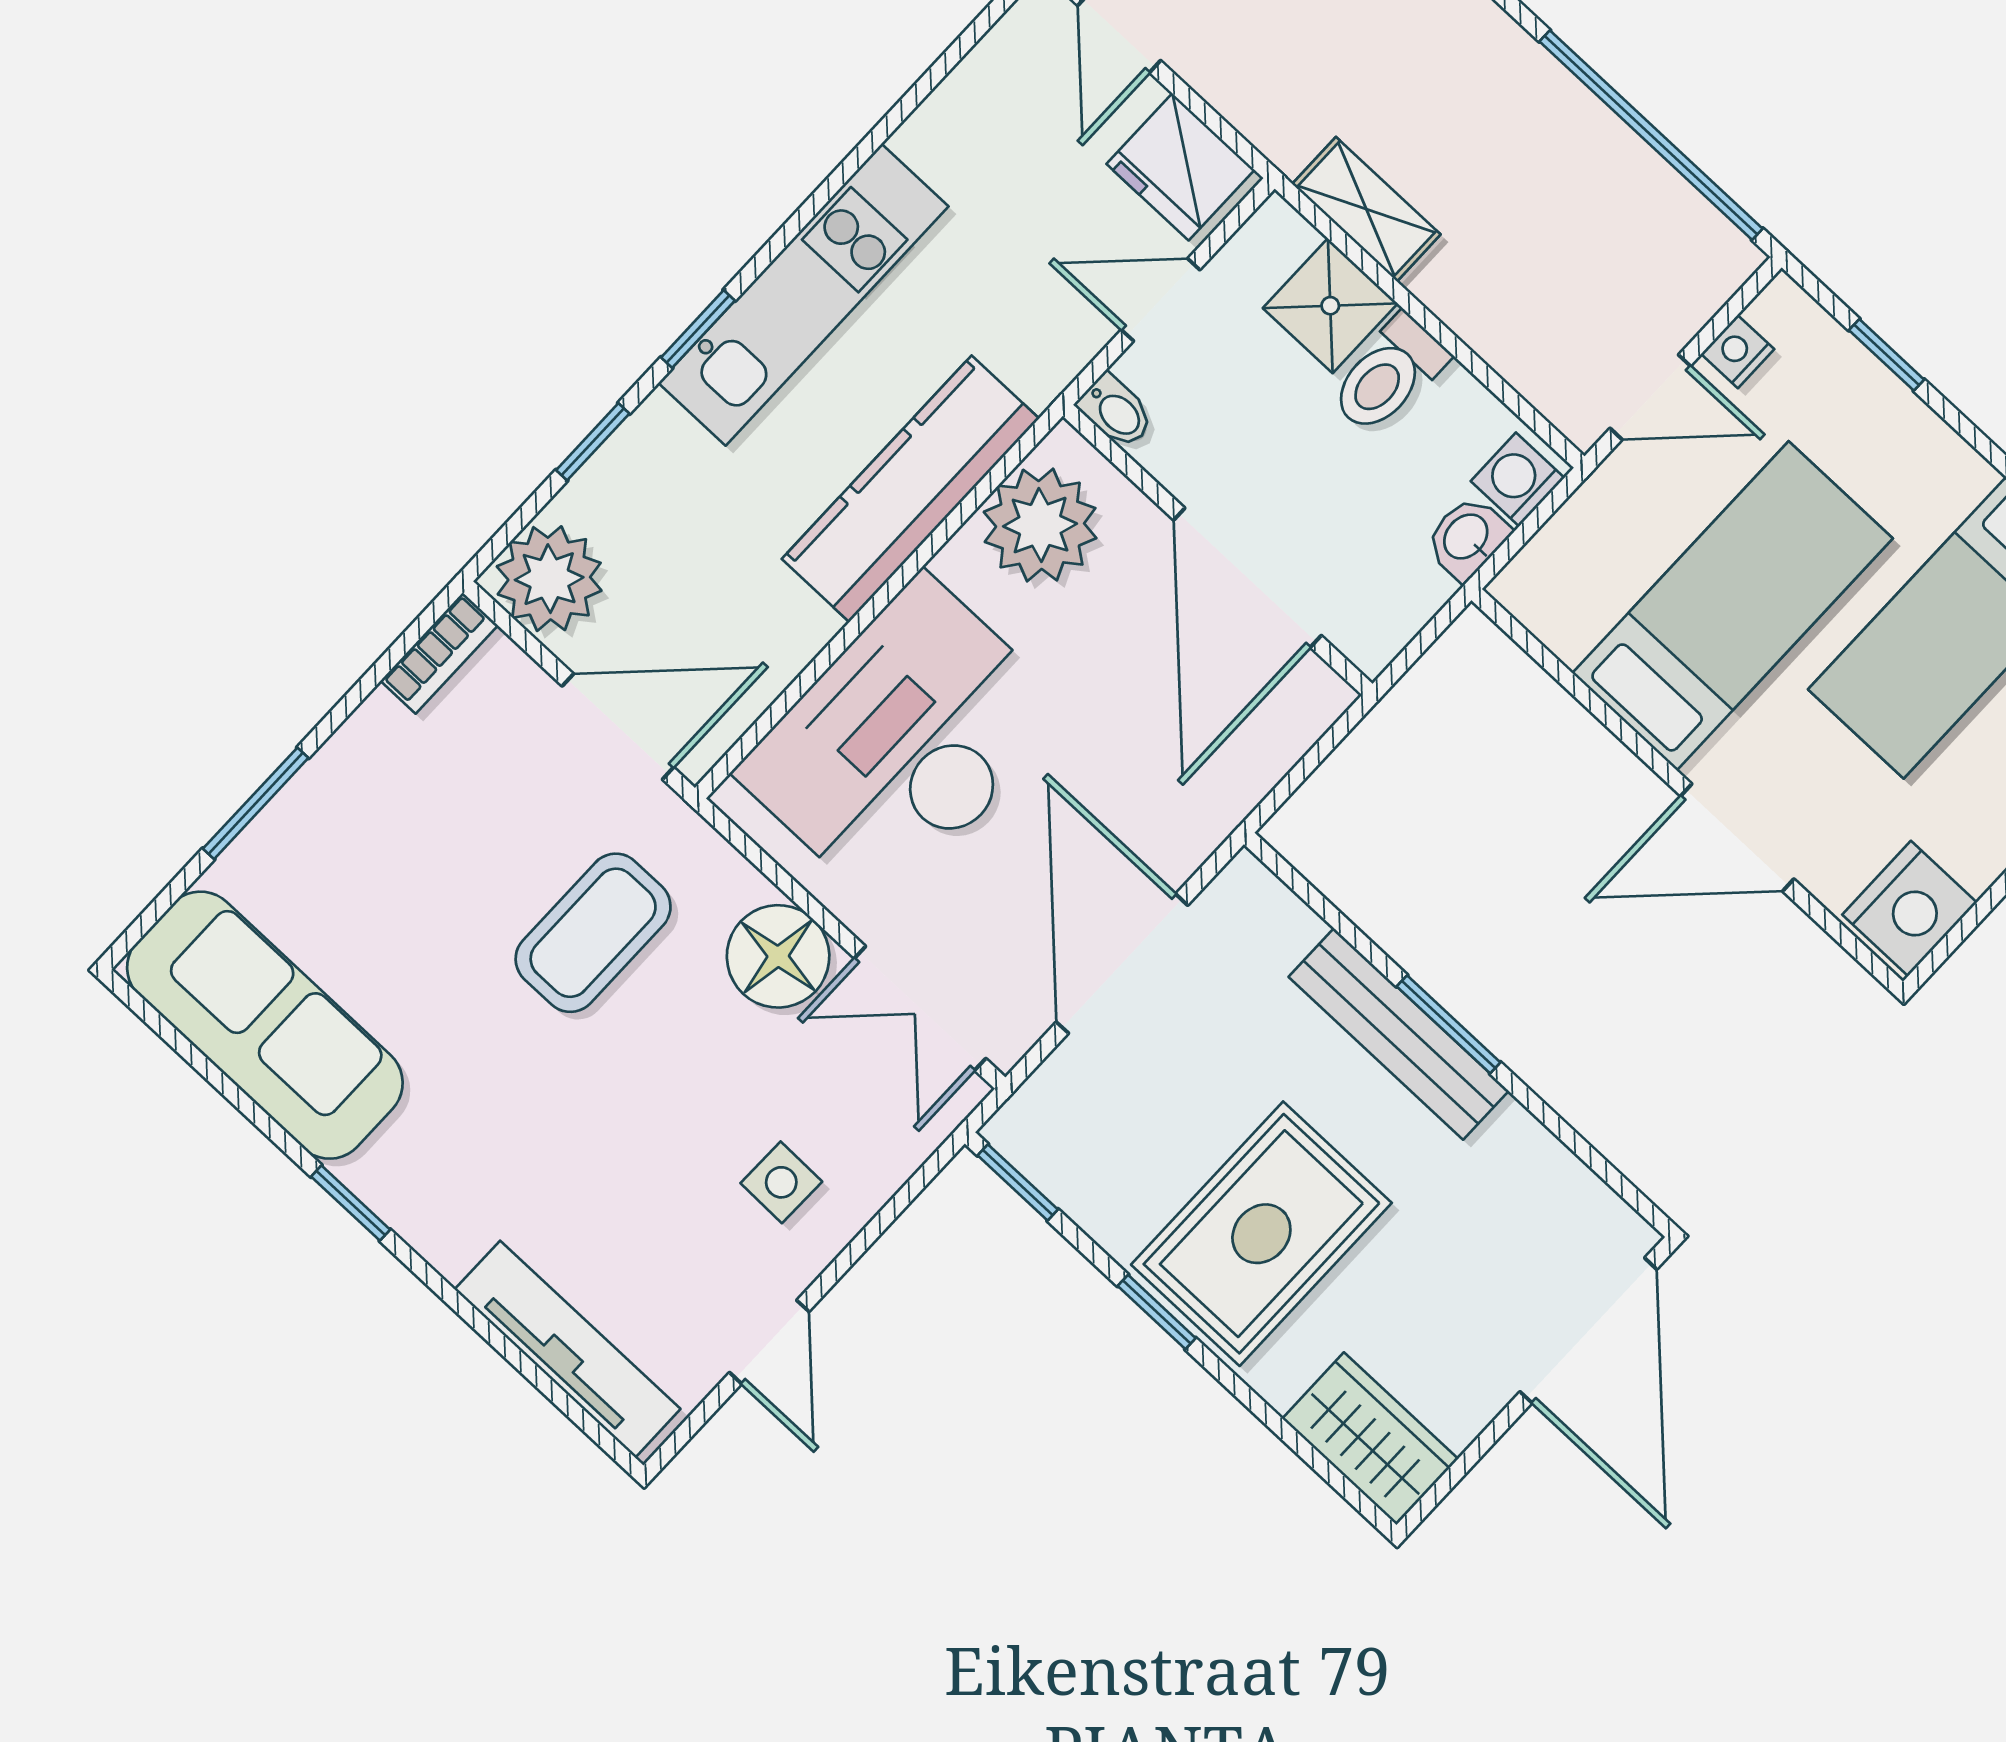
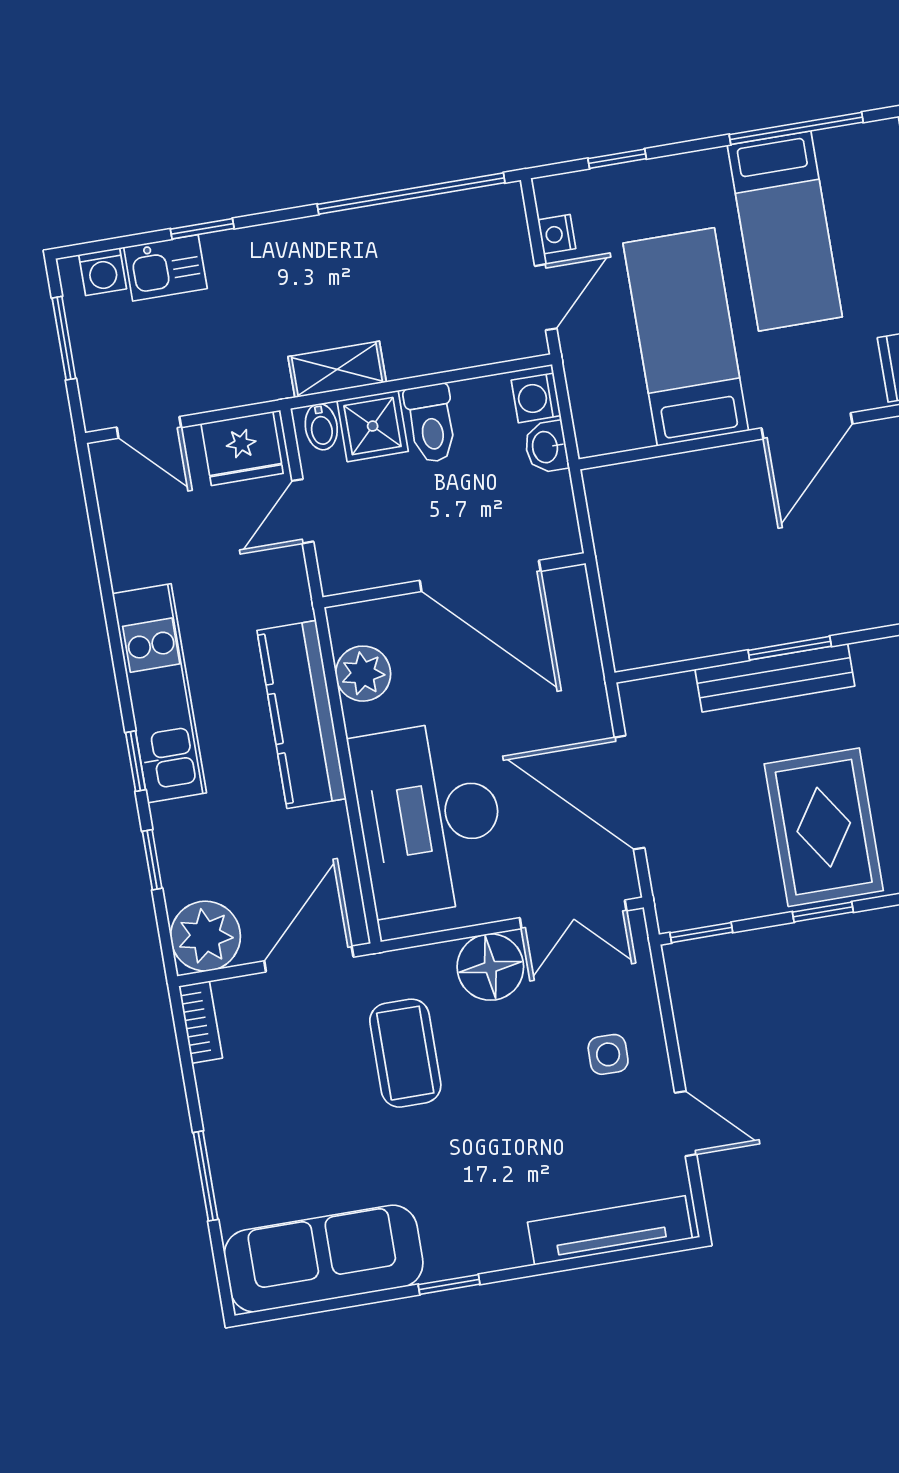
bidet: (1116, 411) -> (321, 427), moved, turned 90
plant: (1040, 525) -> (363, 674), width x0.73, depth x0.73

